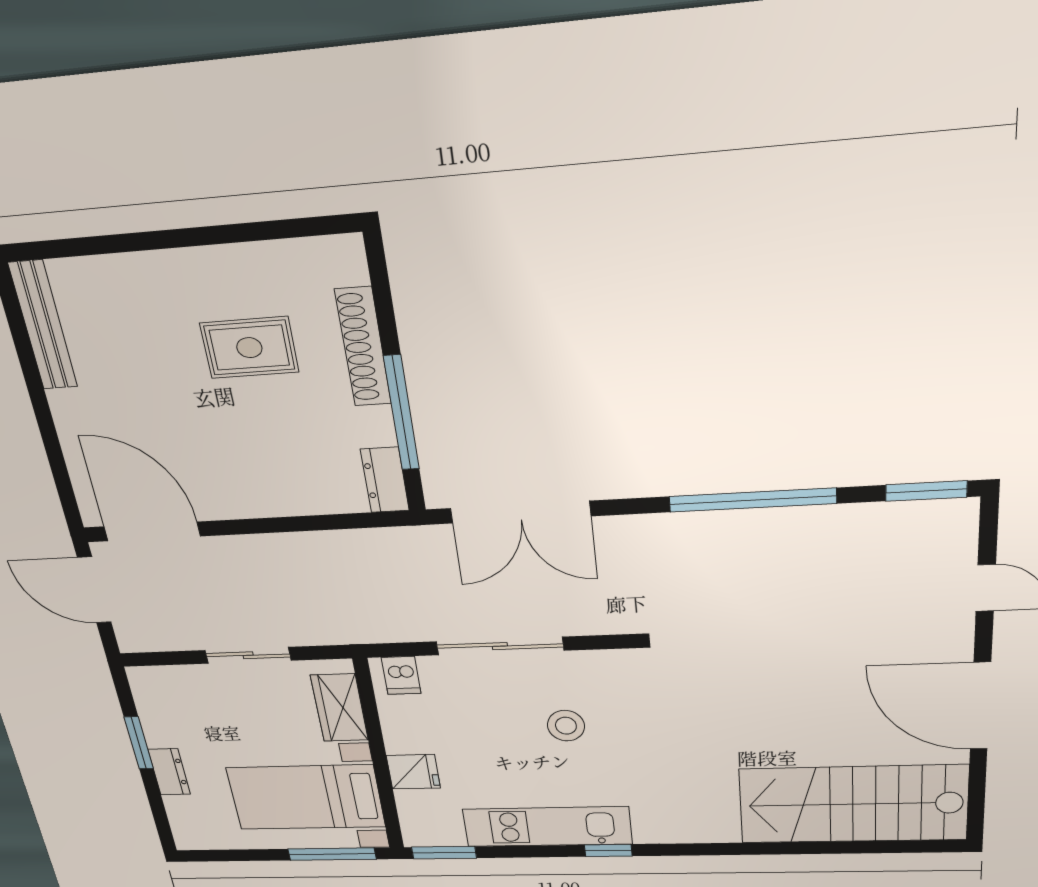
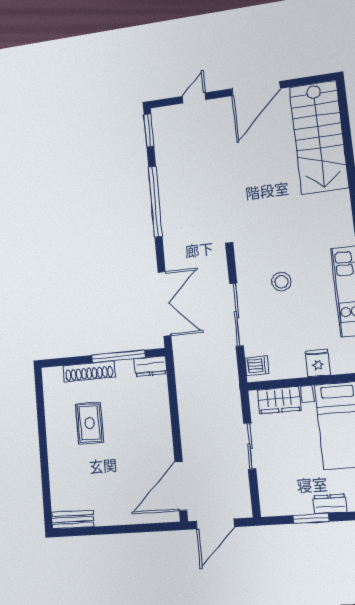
bench: (43, 326) -> (73, 519), width x0.73

